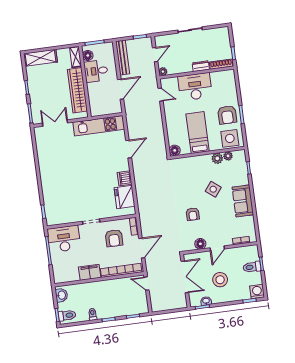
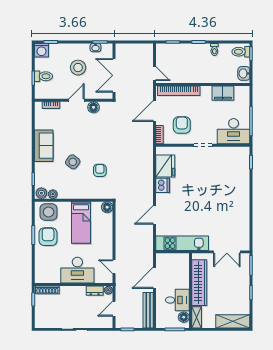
dresser: (201, 66) -> (95, 291), moved
plant: (217, 158) -> (41, 193), moved
armchair: (193, 214) -> (100, 170), moved
filing cabinet: (90, 272) -> (223, 93), moved

